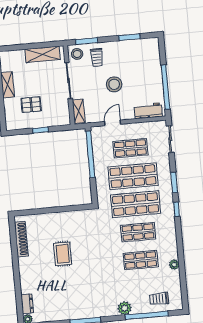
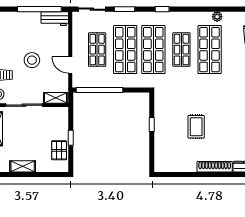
pallet: (31, 105) -> (59, 150), moved
workbench: (148, 111) -> (55, 19), moved, turned -90
window: (174, 182) -> (125, 9), moved
window: (61, 209) -> (152, 125), added
shoe rack: (21, 239) -> (215, 167), moved
rug: (63, 254) -> (196, 127), turned 90
shop shelf: (141, 260) -> (210, 50), width x1.43, depth x1.36

